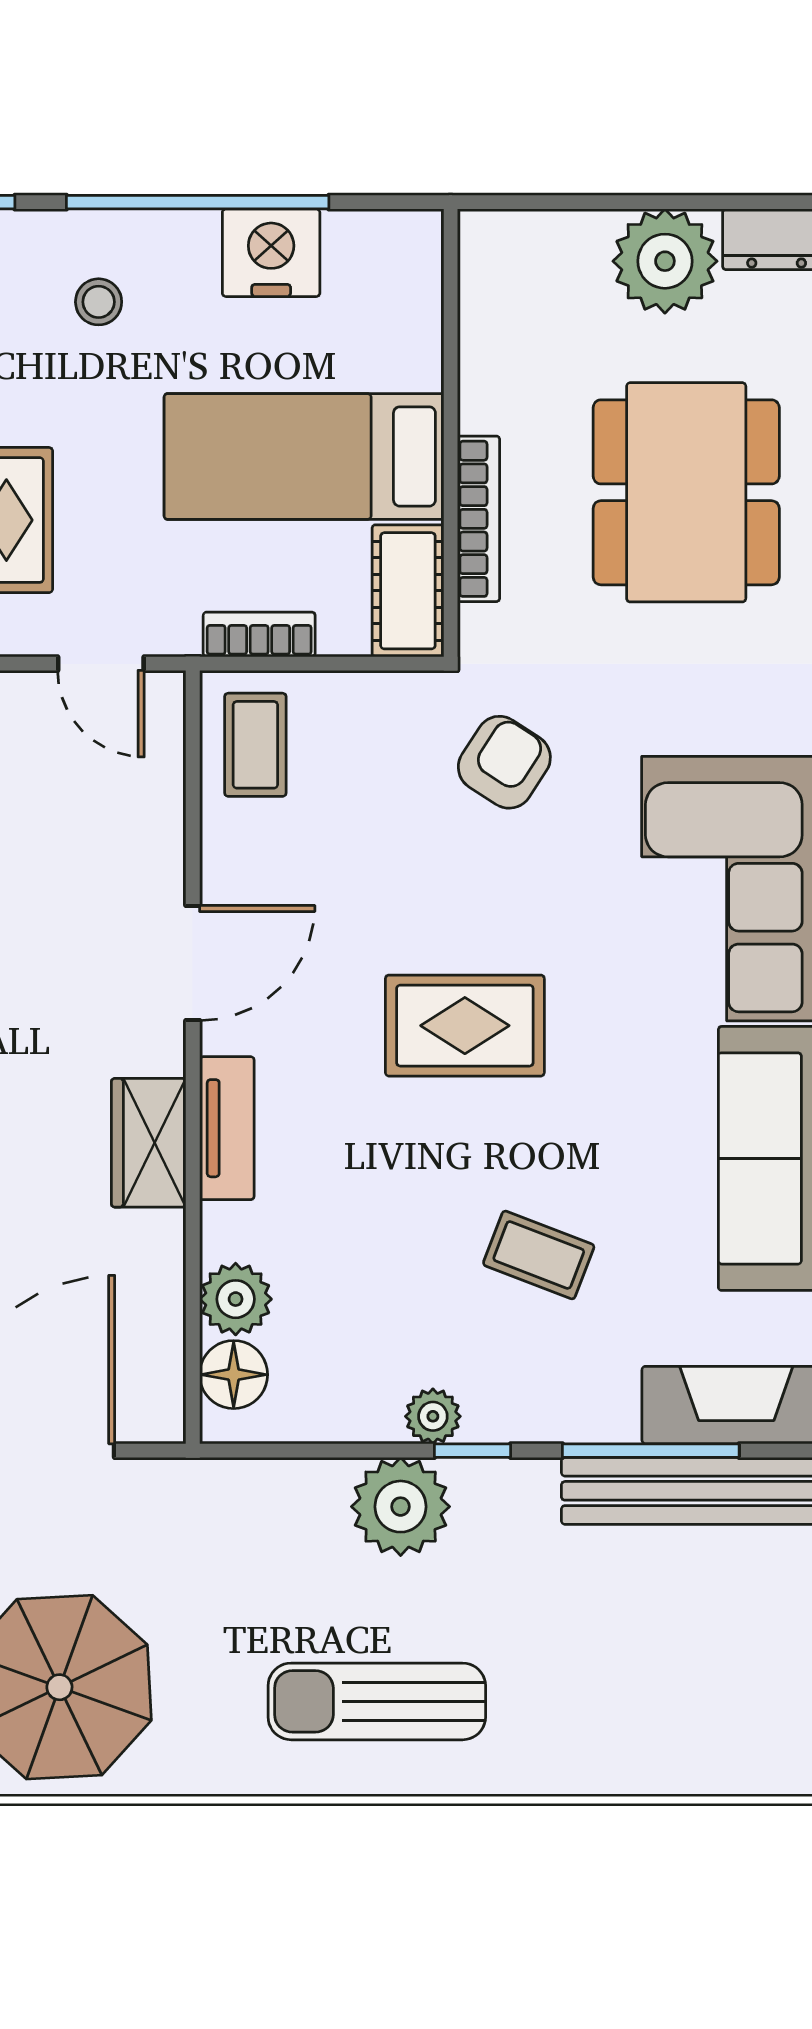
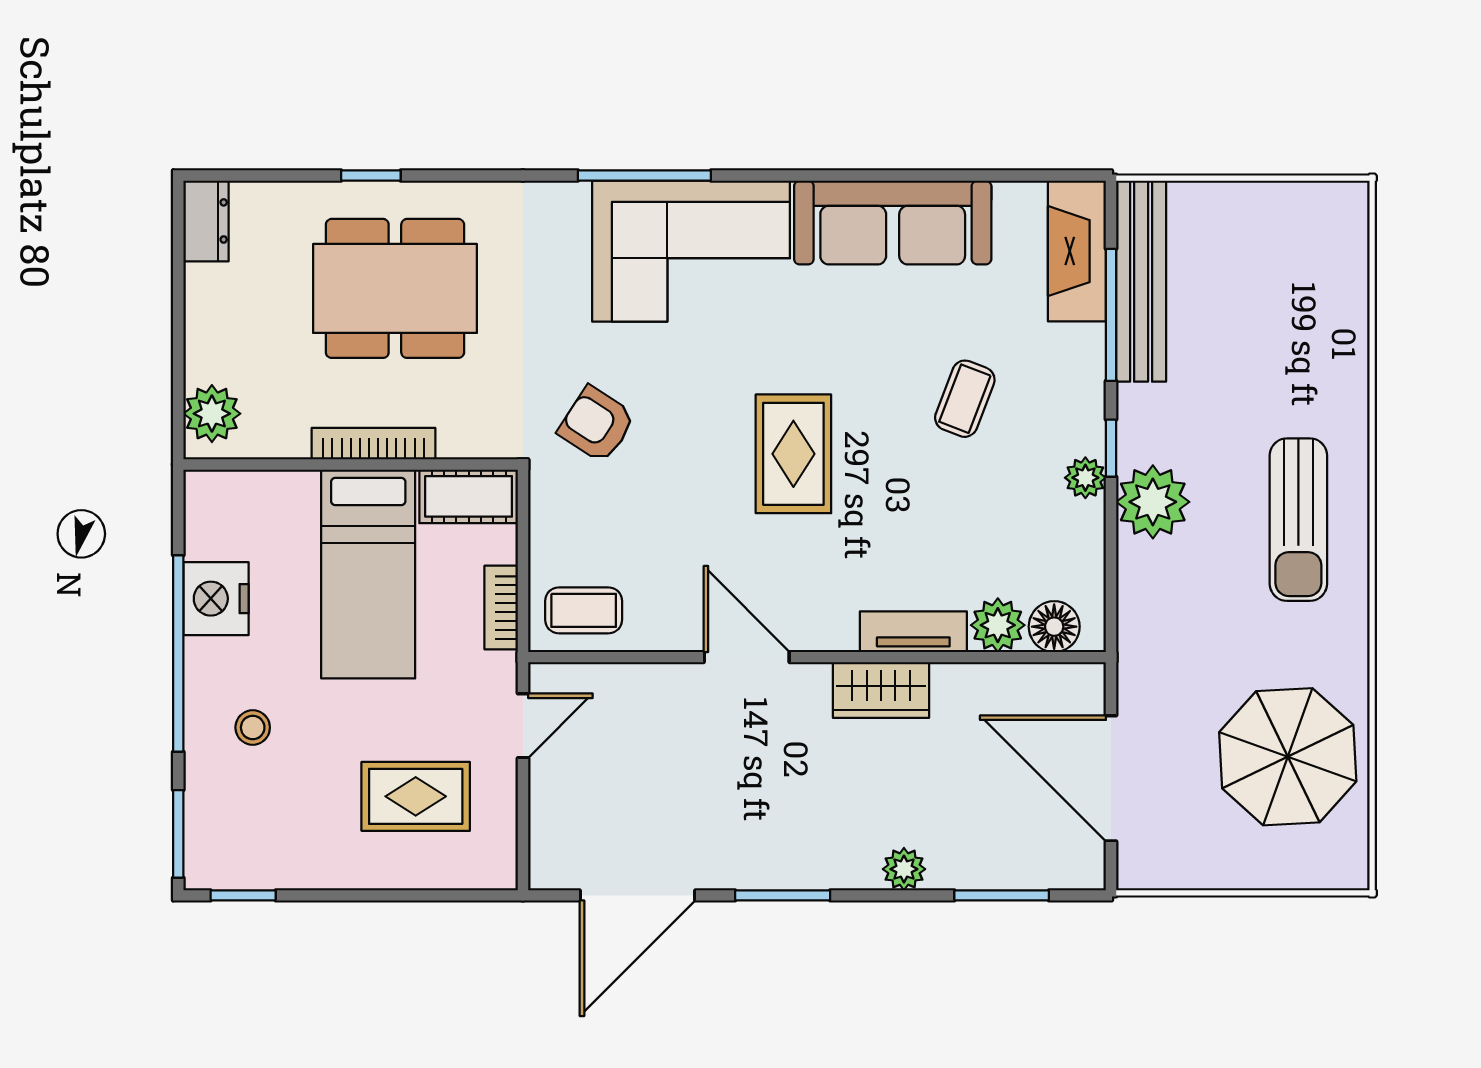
plant: (665, 261) -> (212, 414), moved, width x0.73, depth x0.73
bookcase: (479, 519) -> (374, 444), moved
tv unit: (227, 1128) -> (913, 632), moved

